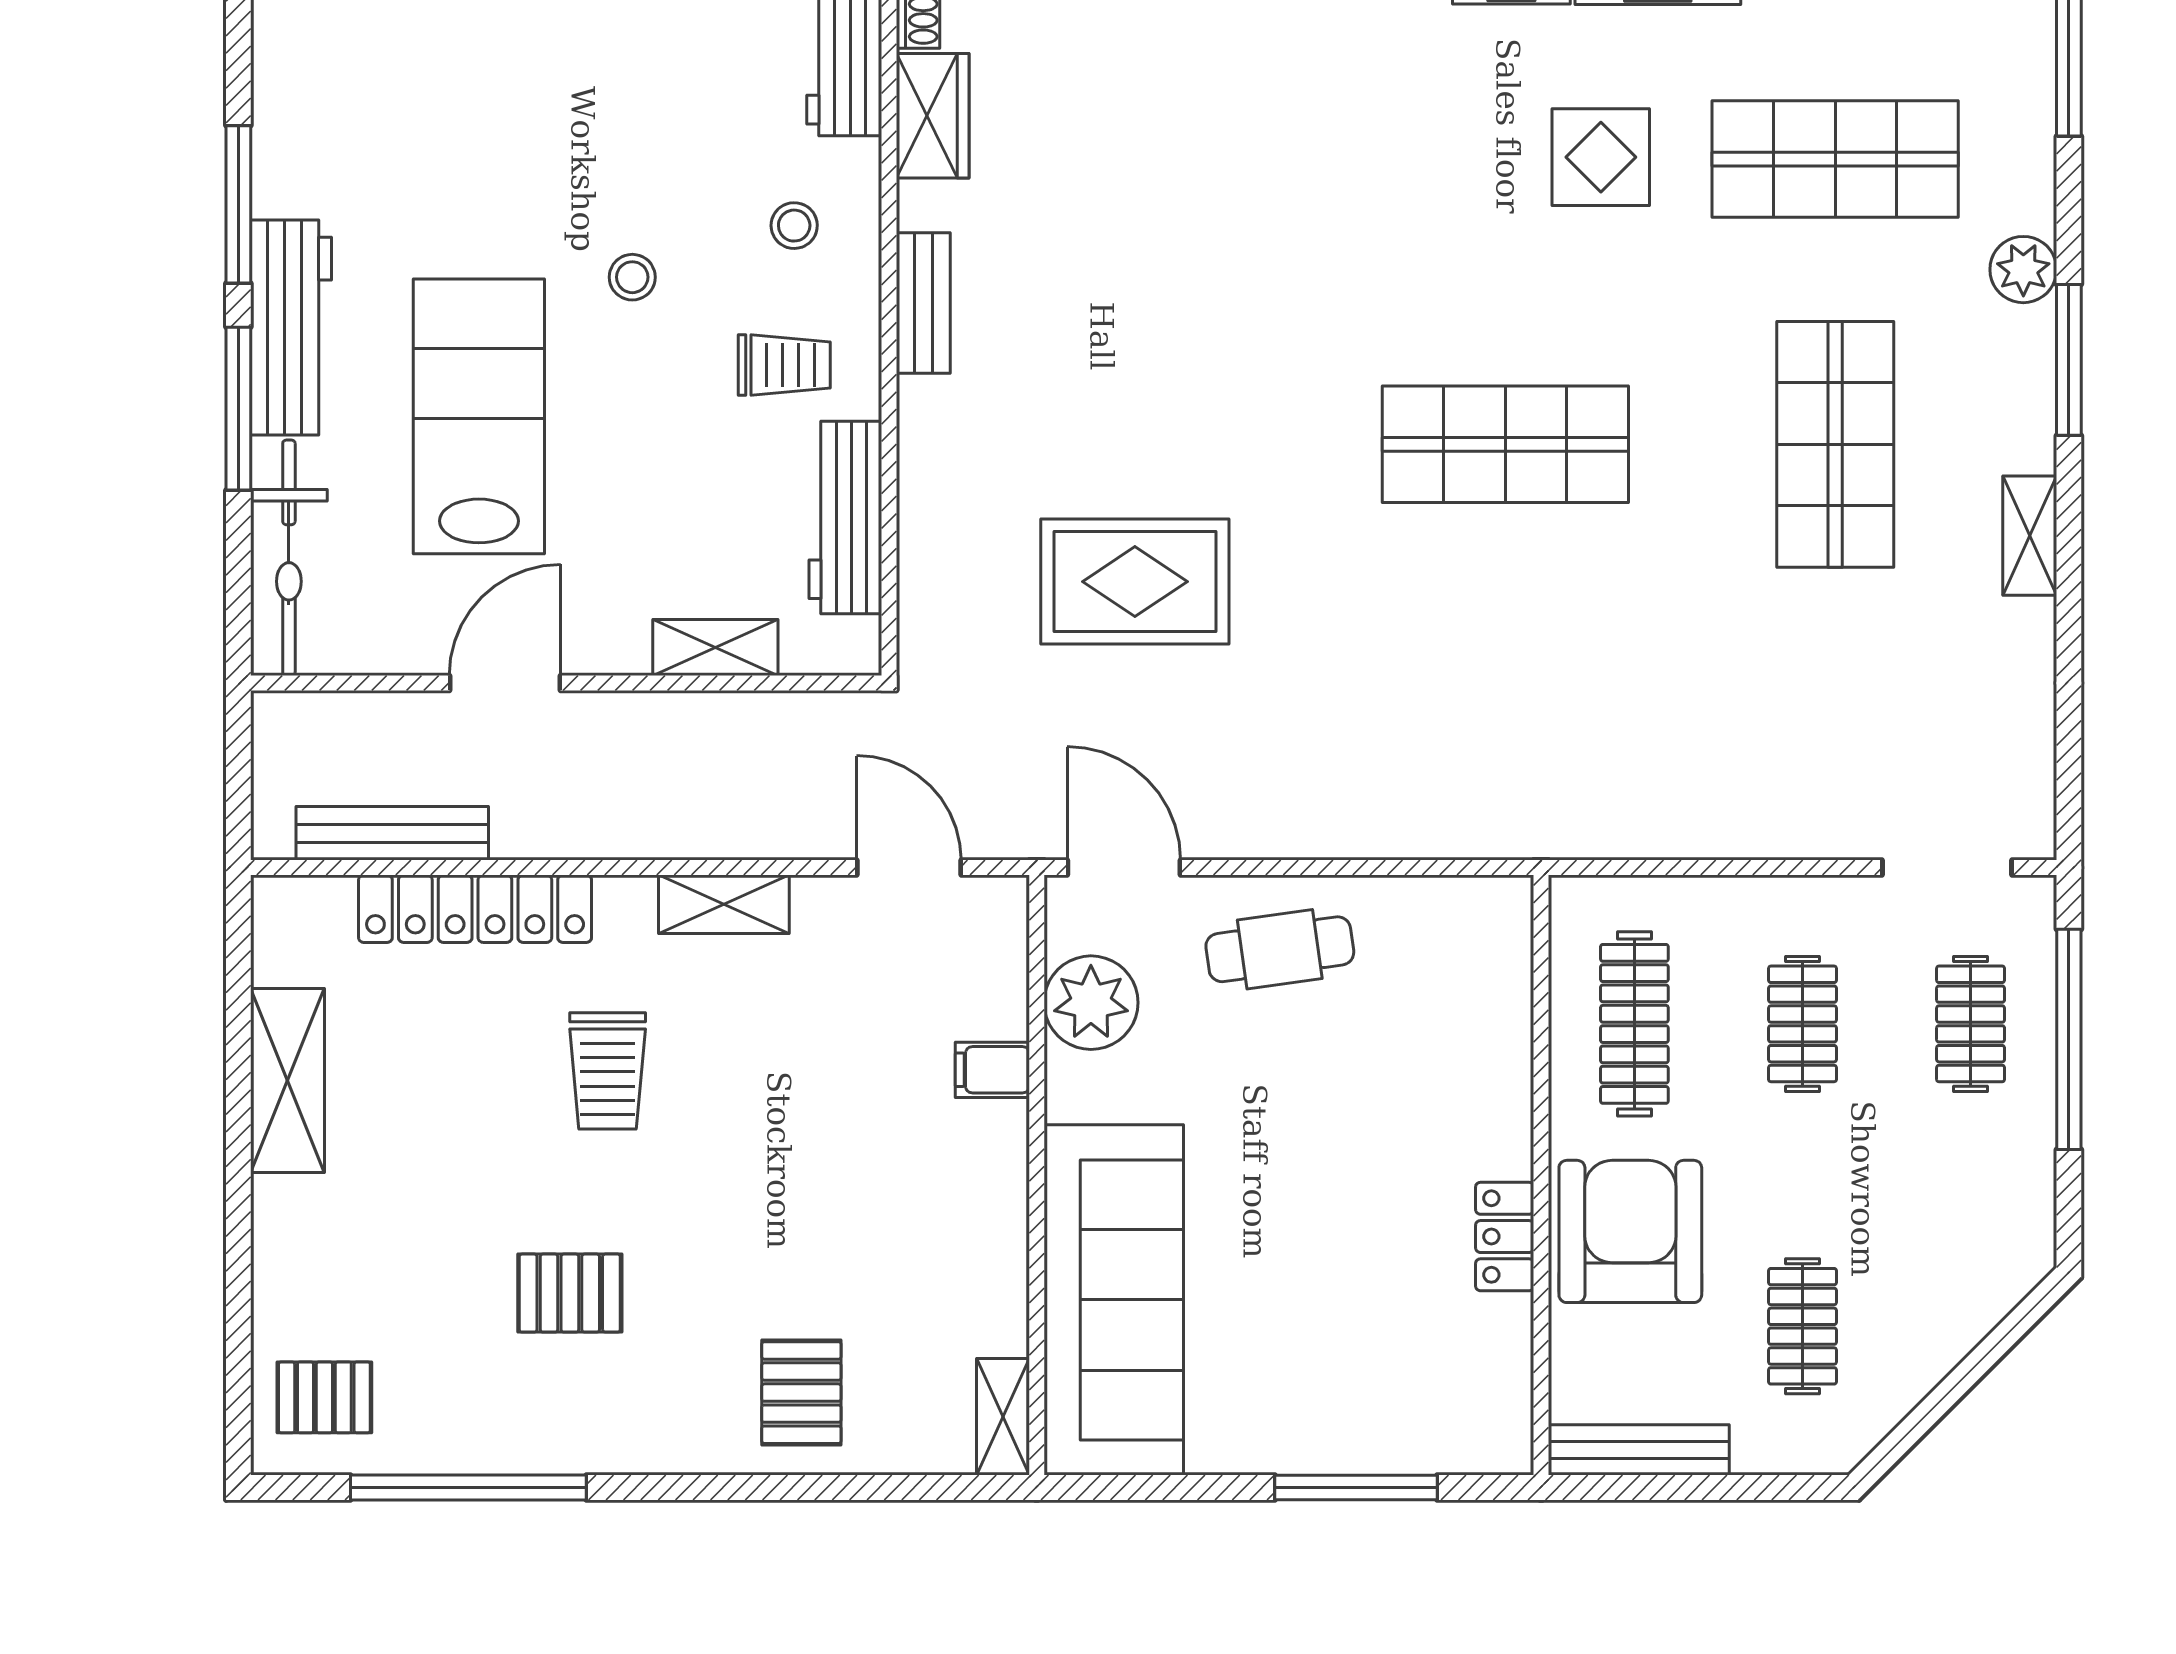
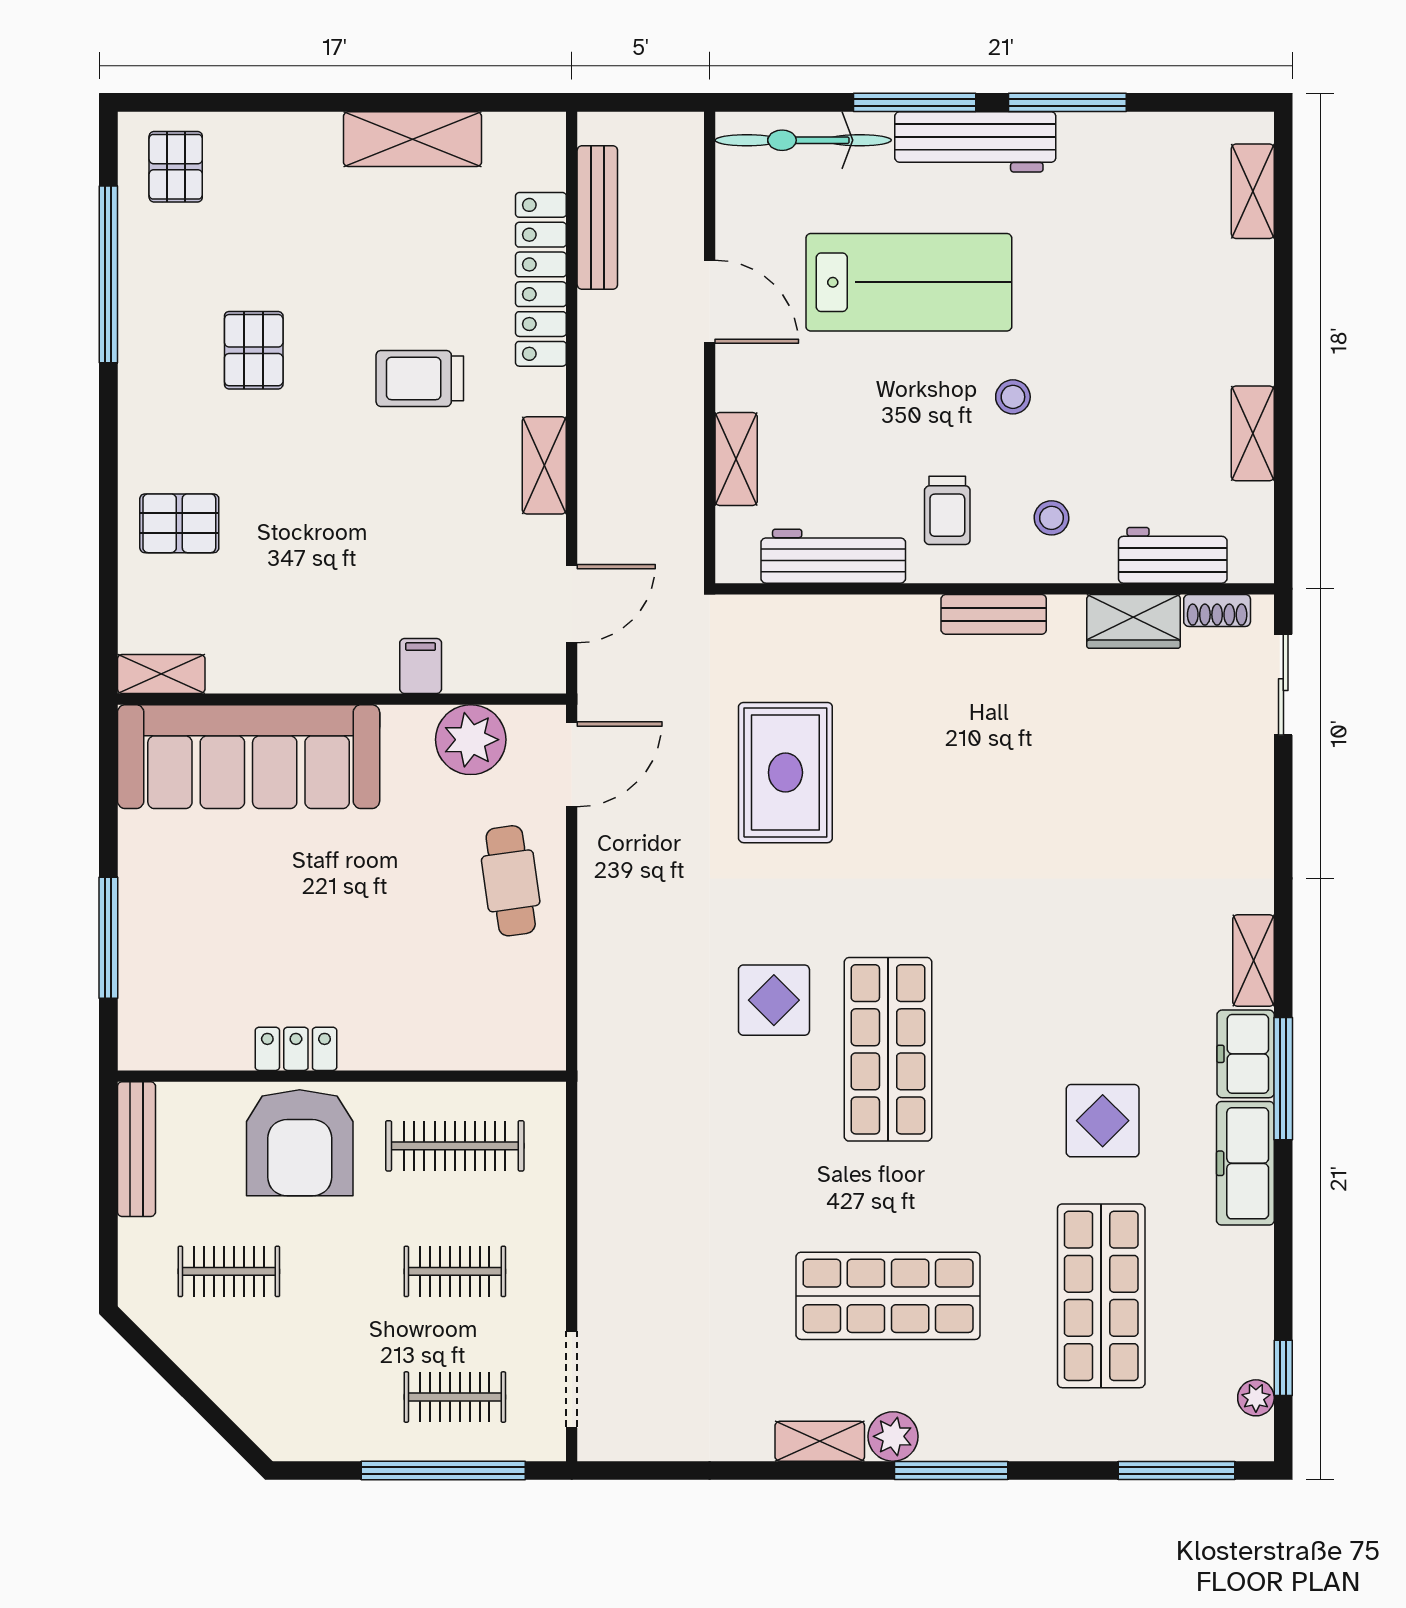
plant: (2023, 270) -> (893, 1436), moved
display table: (1439, 597) -> (774, 1000), added
armchair: (1630, 1231) -> (300, 1143), turned 90

